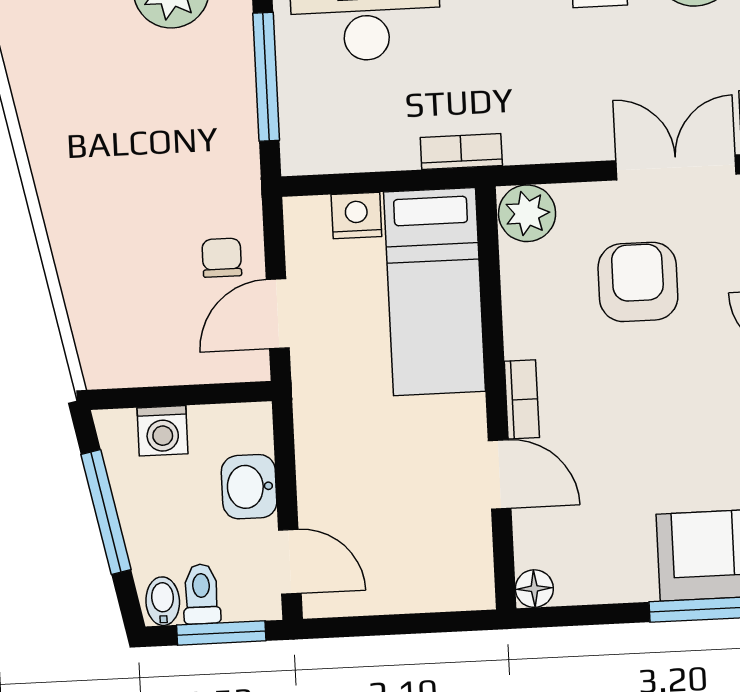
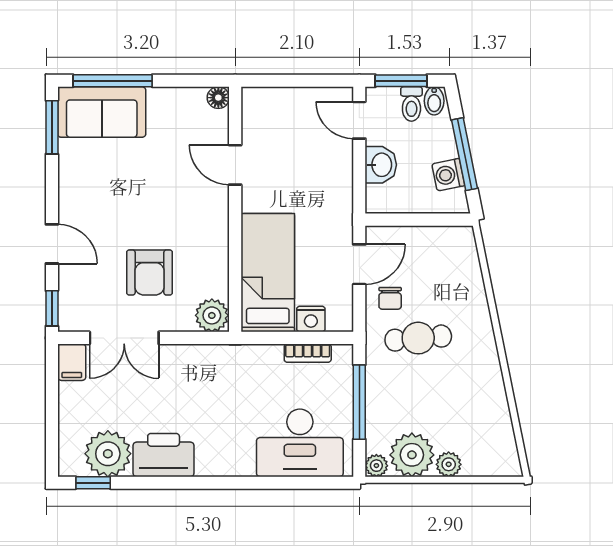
bookcase: (461, 152) -> (308, 353), moved
cafe table: (170, 192) -> (418, 338), added
bookcase: (522, 399) -> (220, 208), removed
washing machine: (162, 431) -> (448, 175), moved, turned -101

